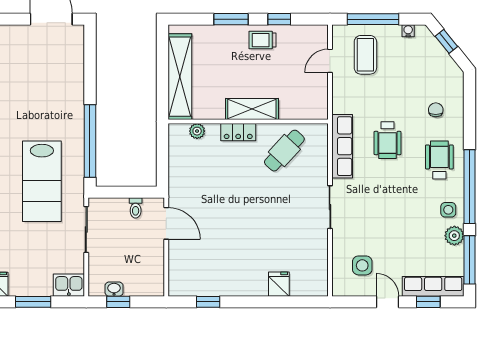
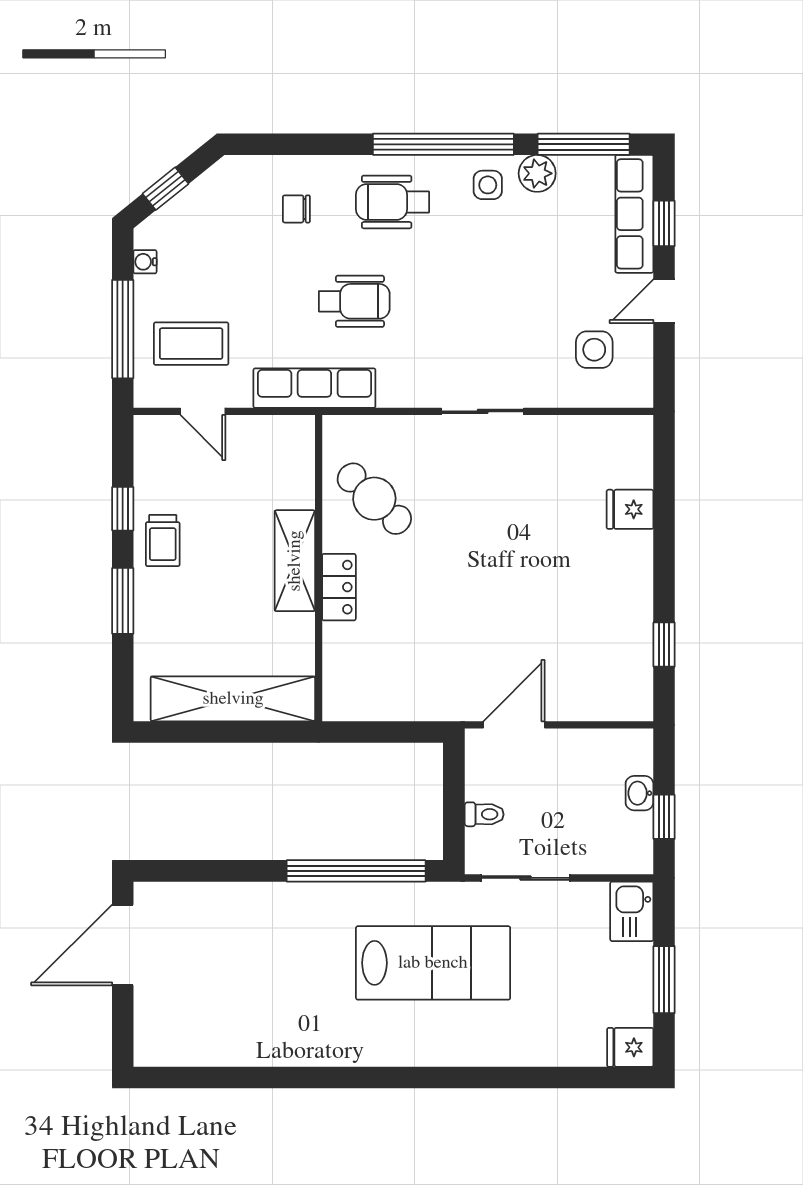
plant: (197, 131) -> (337, 666), removed
row of seats: (342, 146) -> (314, 388), moved
toilet: (136, 208) -> (484, 814), moved
washbasin: (114, 289) -> (639, 793), moved

